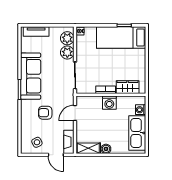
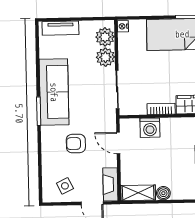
washing machine: (109, 103) -> (150, 128), moved
door: (75, 113) -> (118, 143), hinge flipped

